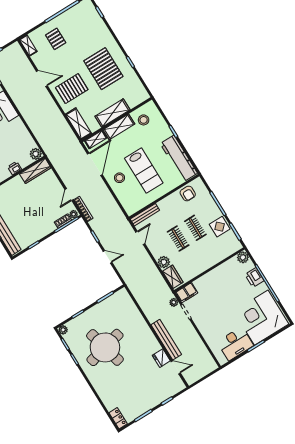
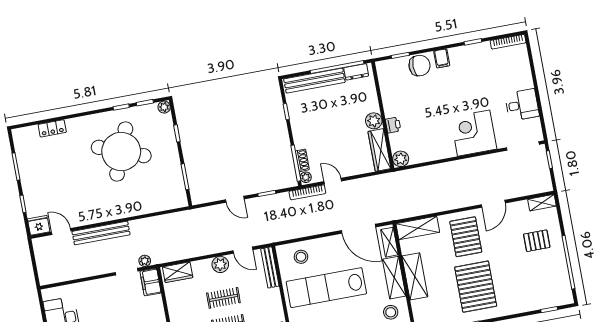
pallet: (103, 69) -> (476, 287), turned 90
lab bench: (144, 171) -> (326, 288), width x1.36
stool: (120, 178) -> (301, 257), moved
plant: (17, 182) -> (374, 121), added
door: (108, 257) -> (235, 199), hinge flipped
plant: (164, 262) -> (220, 264), moved
round table: (105, 347) -> (121, 152), turned 35
fridge: (161, 358) -> (39, 225), moved
door: (176, 367) -> (61, 232), swing flipped
locker: (118, 418) -> (52, 128), moved

